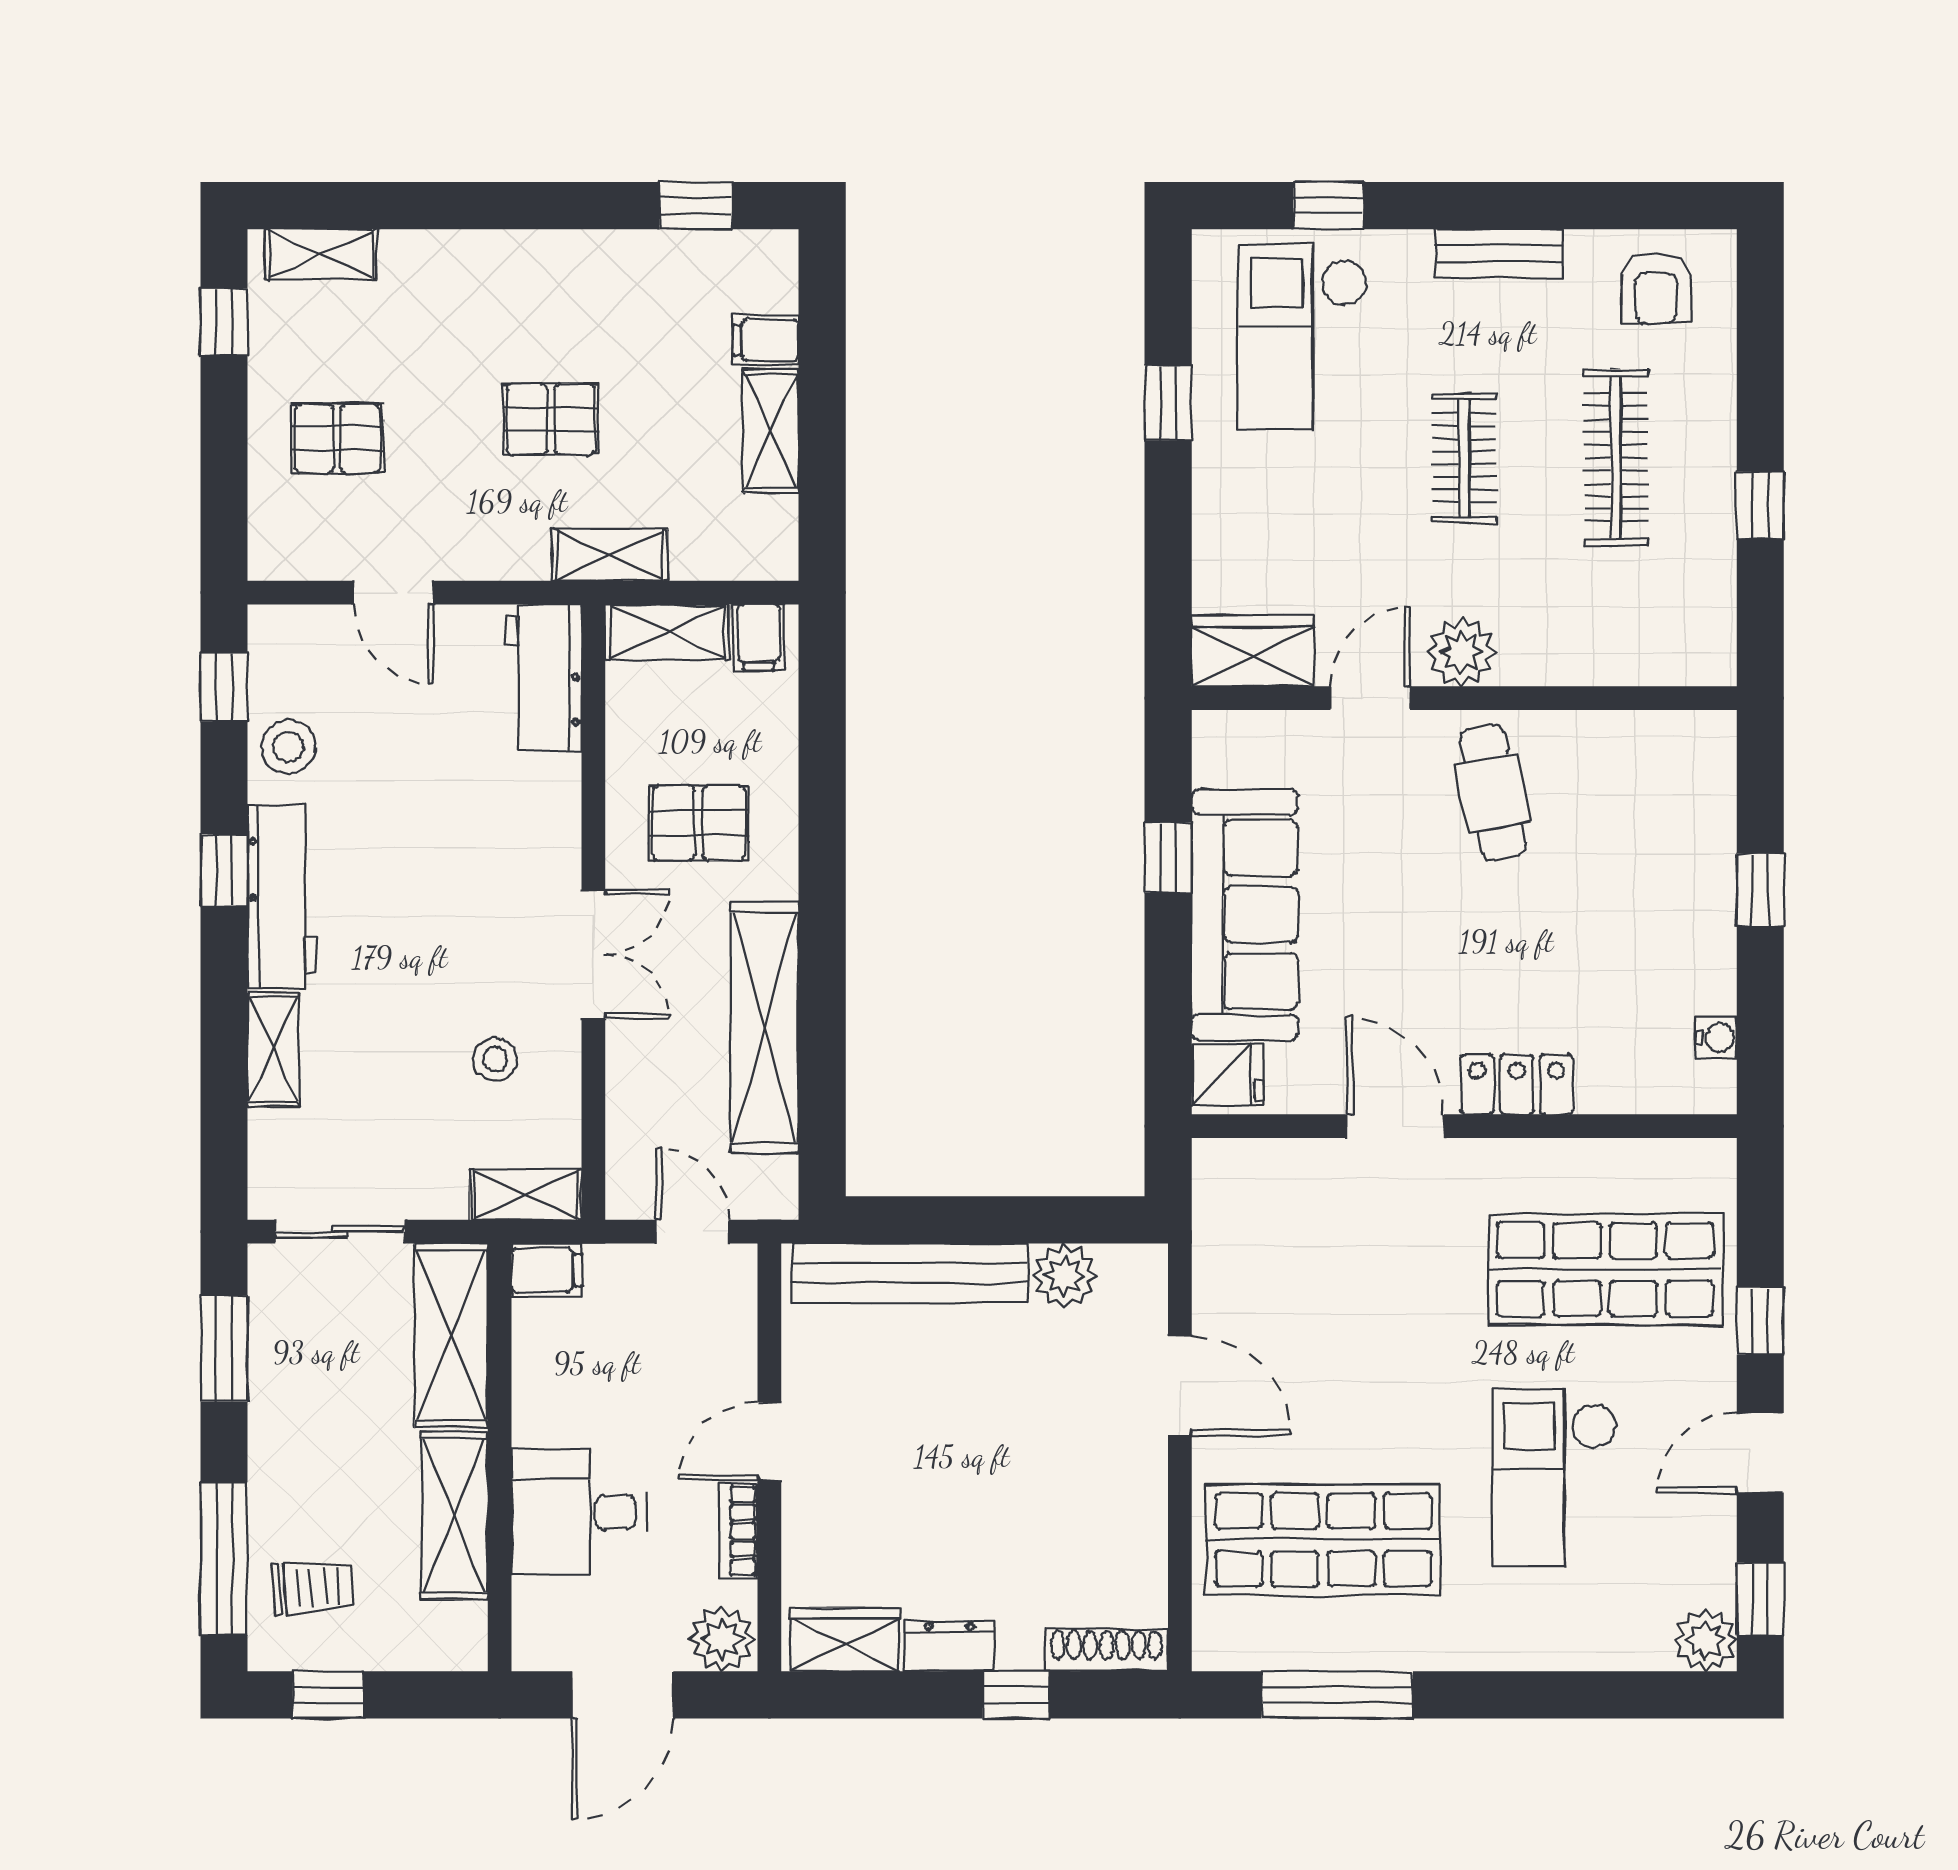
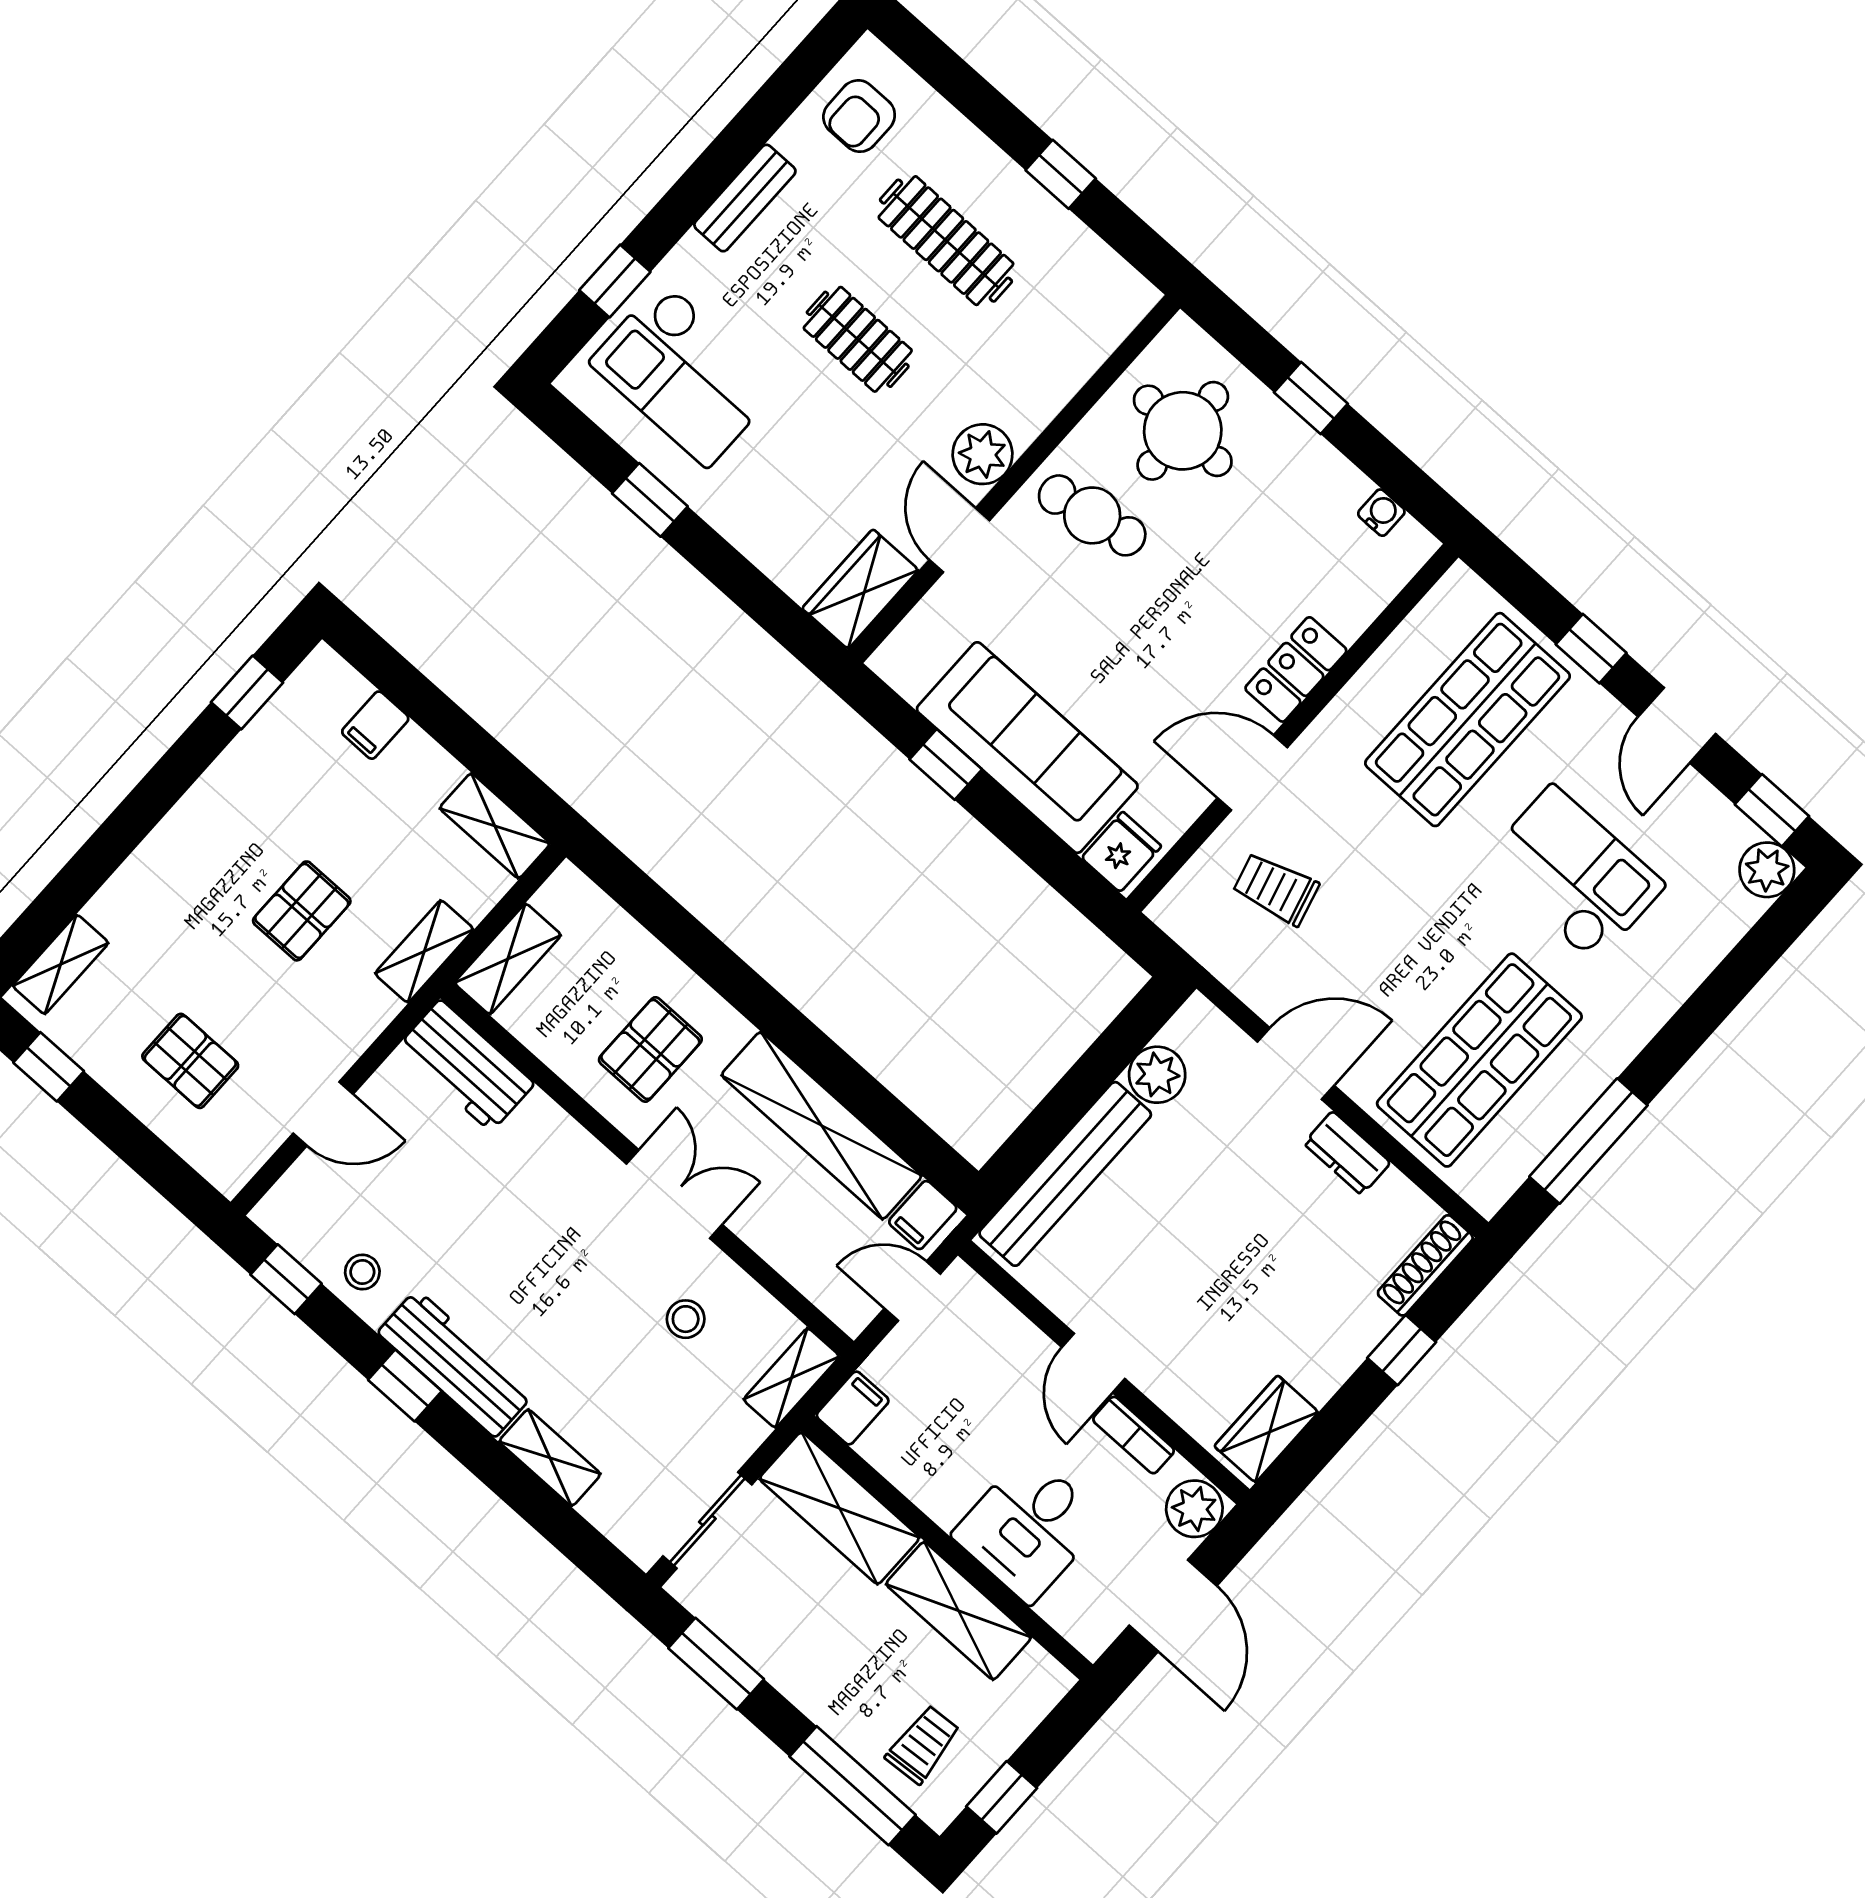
armchair: (1656, 288) -> (859, 116), turned 90
shelving: (771, 431) -> (495, 826), moved
pallet: (337, 439) -> (190, 1061), turned 90
filing cabinet: (759, 638) -> (923, 1215), moved, turned 90
stool: (288, 747) -> (362, 1272), width x0.73, depth x0.73
round table: (1634, 805) -> (1183, 431), added
trolley: (1314, 1235) -> (1276, 889), added
checkout: (1554, 1478) -> (1573, 874), turned 180
dresser: (950, 1646) -> (1347, 1153), moved, turned -90

